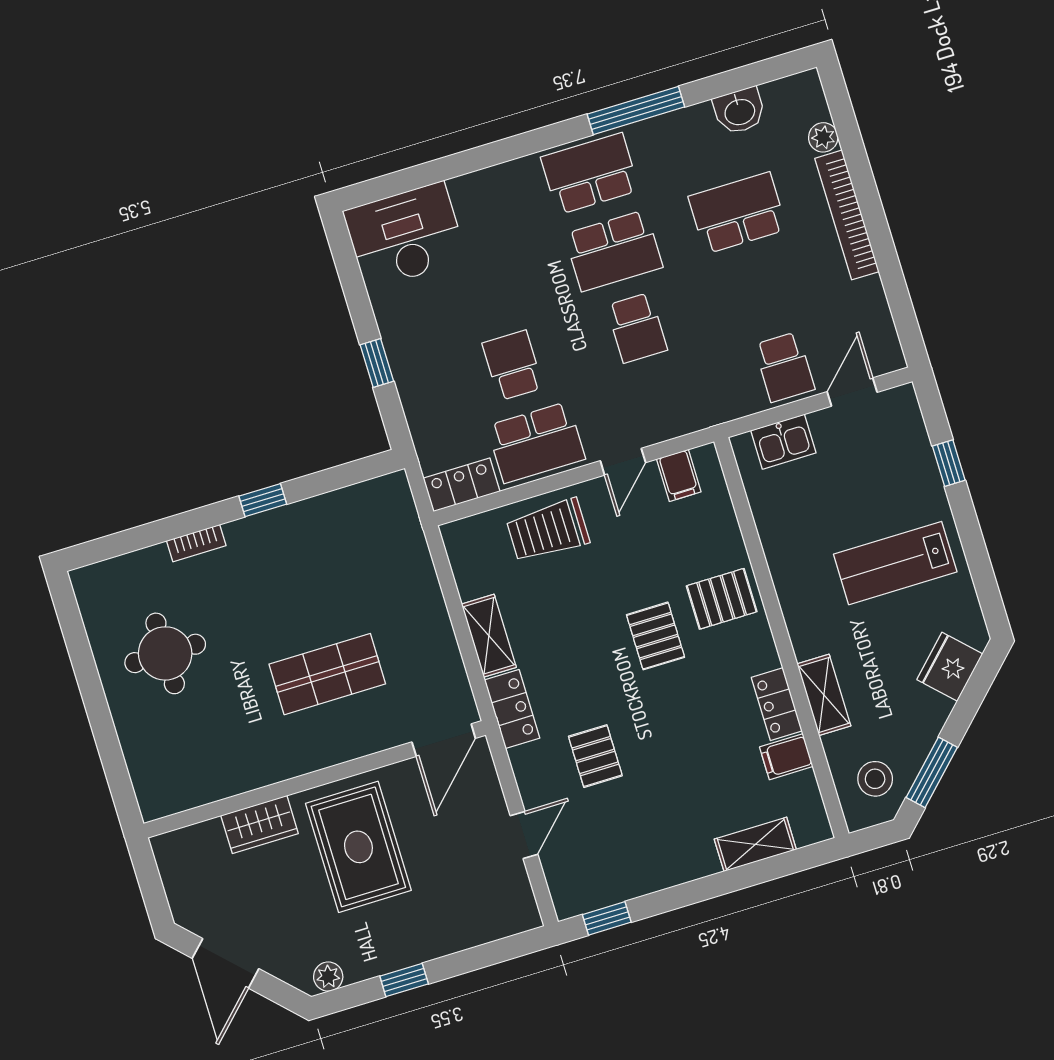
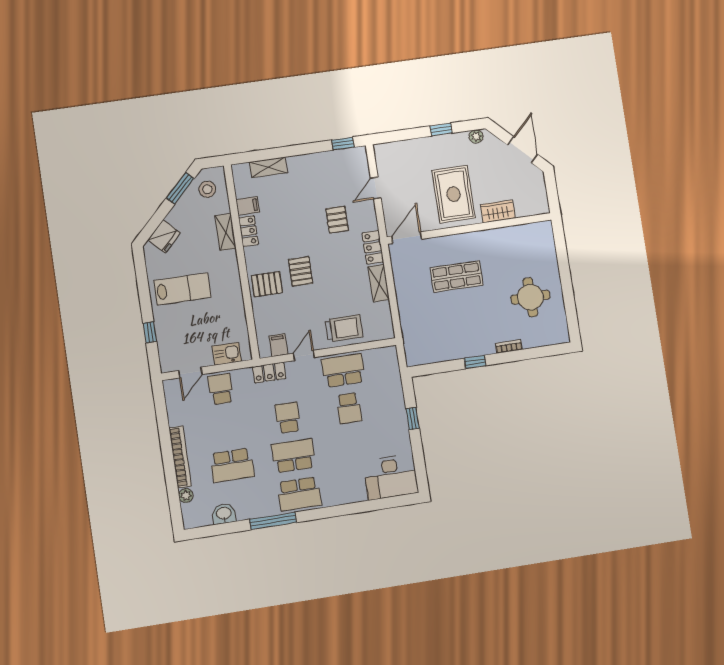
locker: (462, 485) -> (269, 373), moved

